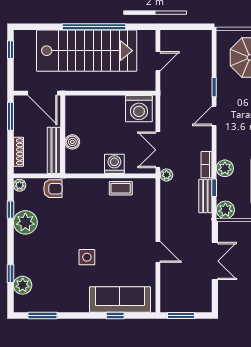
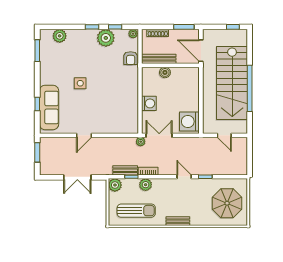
door: (42, 93) -> (201, 51), hinge flipped
coffee table: (121, 188) -> (131, 108), removed
window: (10, 274) -> (92, 27), moved

